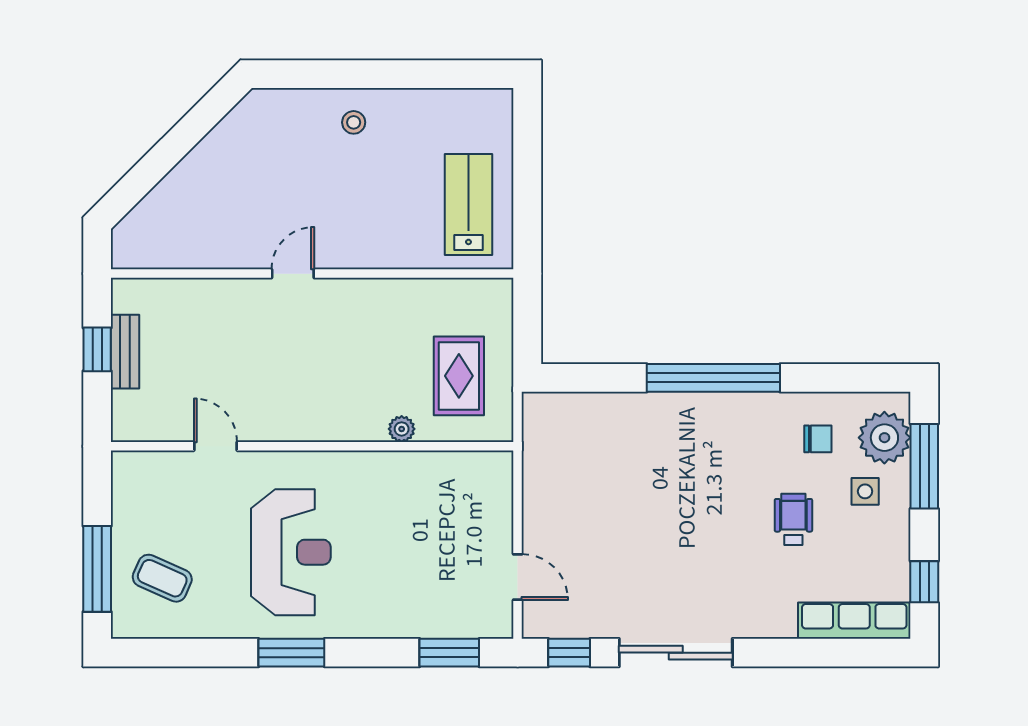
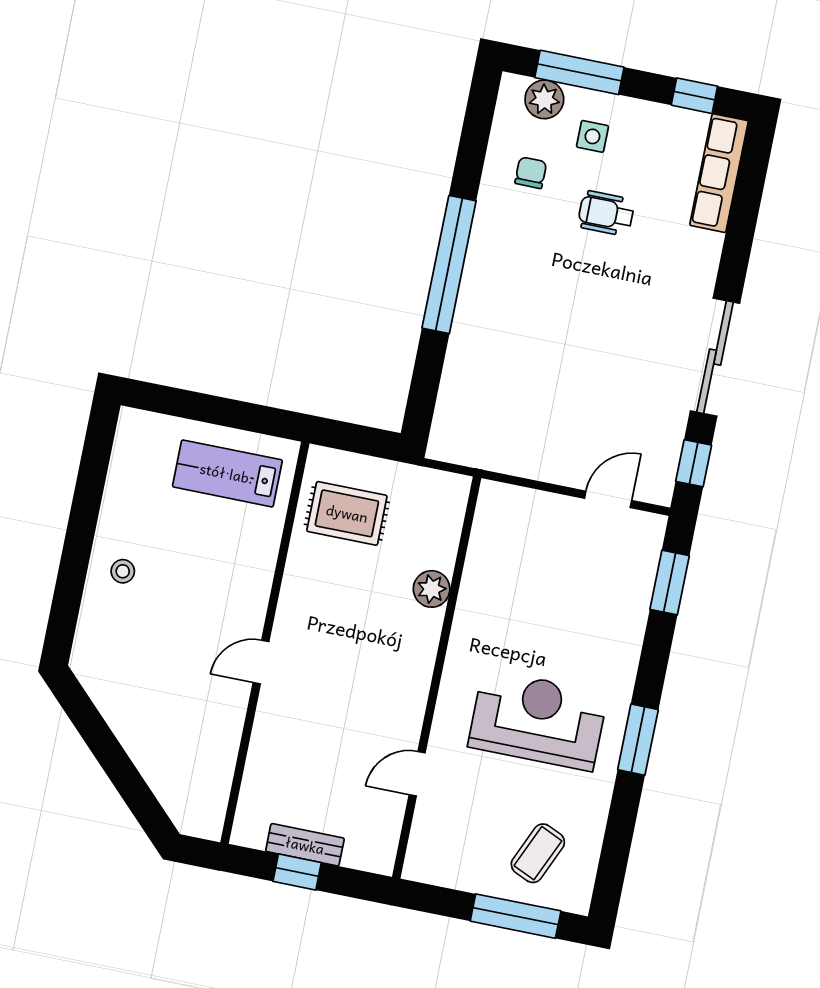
door: (293, 274) -> (261, 662), hinge flipped
rug: (459, 376) -> (347, 513), moved
plant: (402, 429) -> (432, 589), width x1.38, depth x1.38
plant: (884, 438) -> (544, 99), width x0.73, depth x0.73

